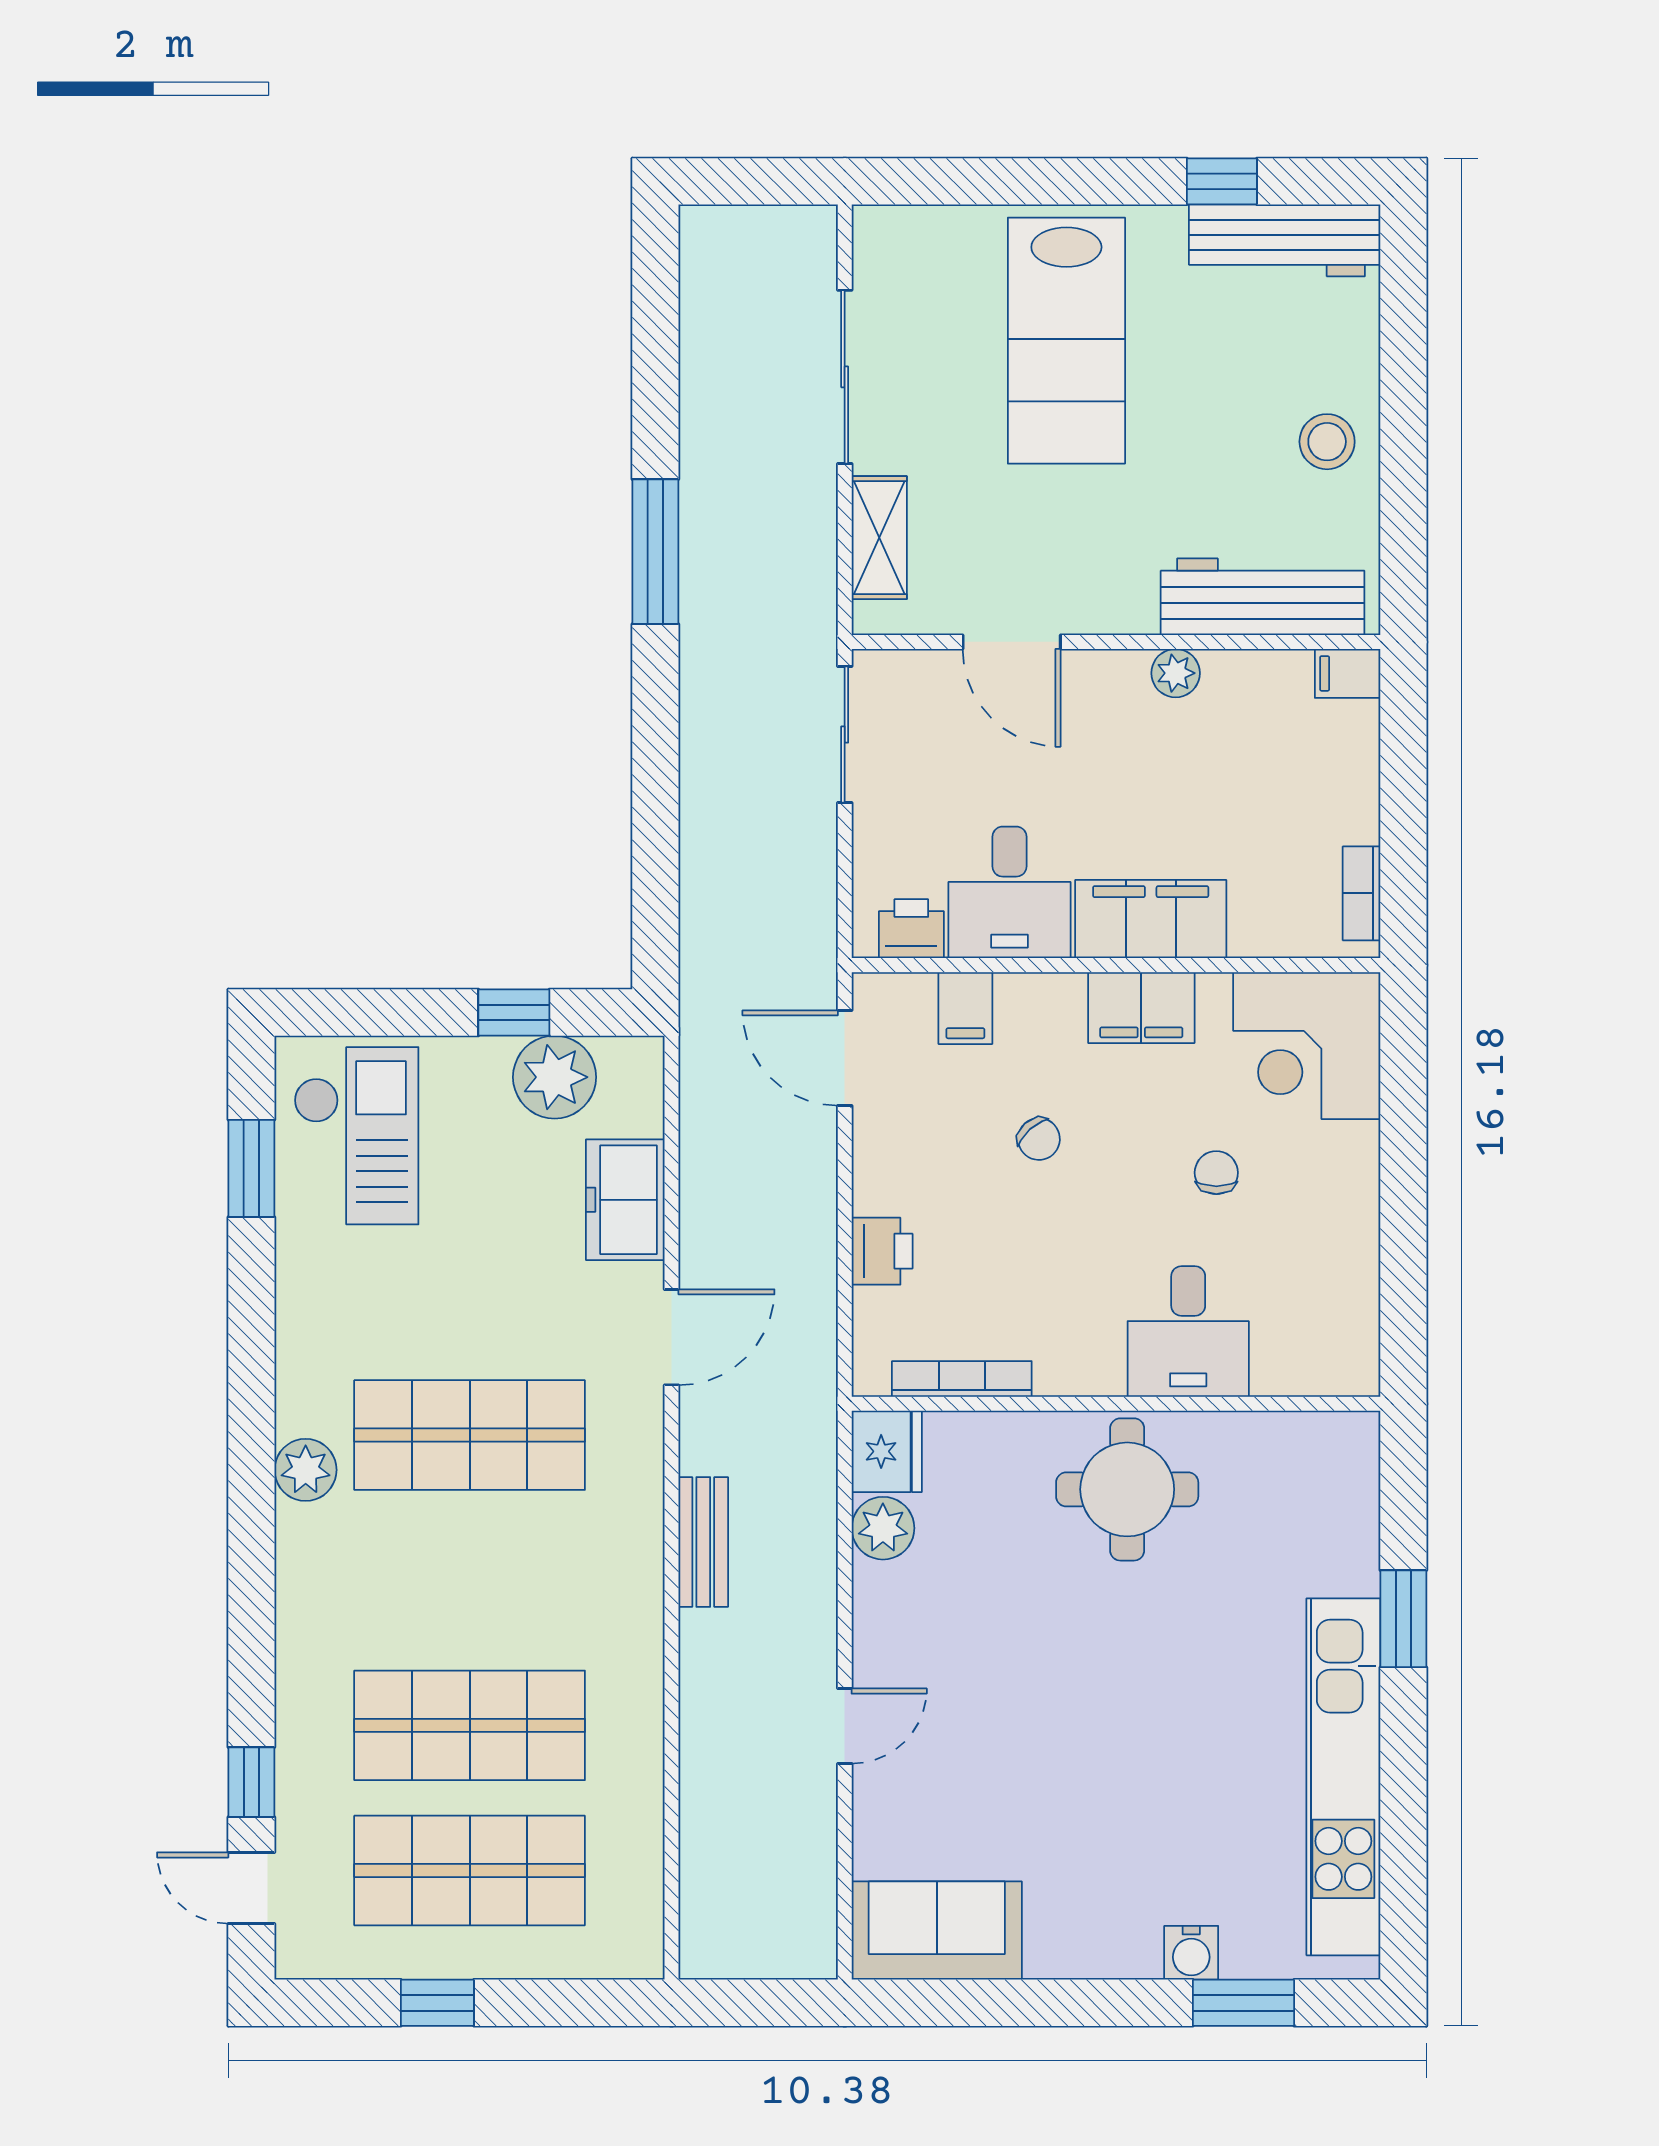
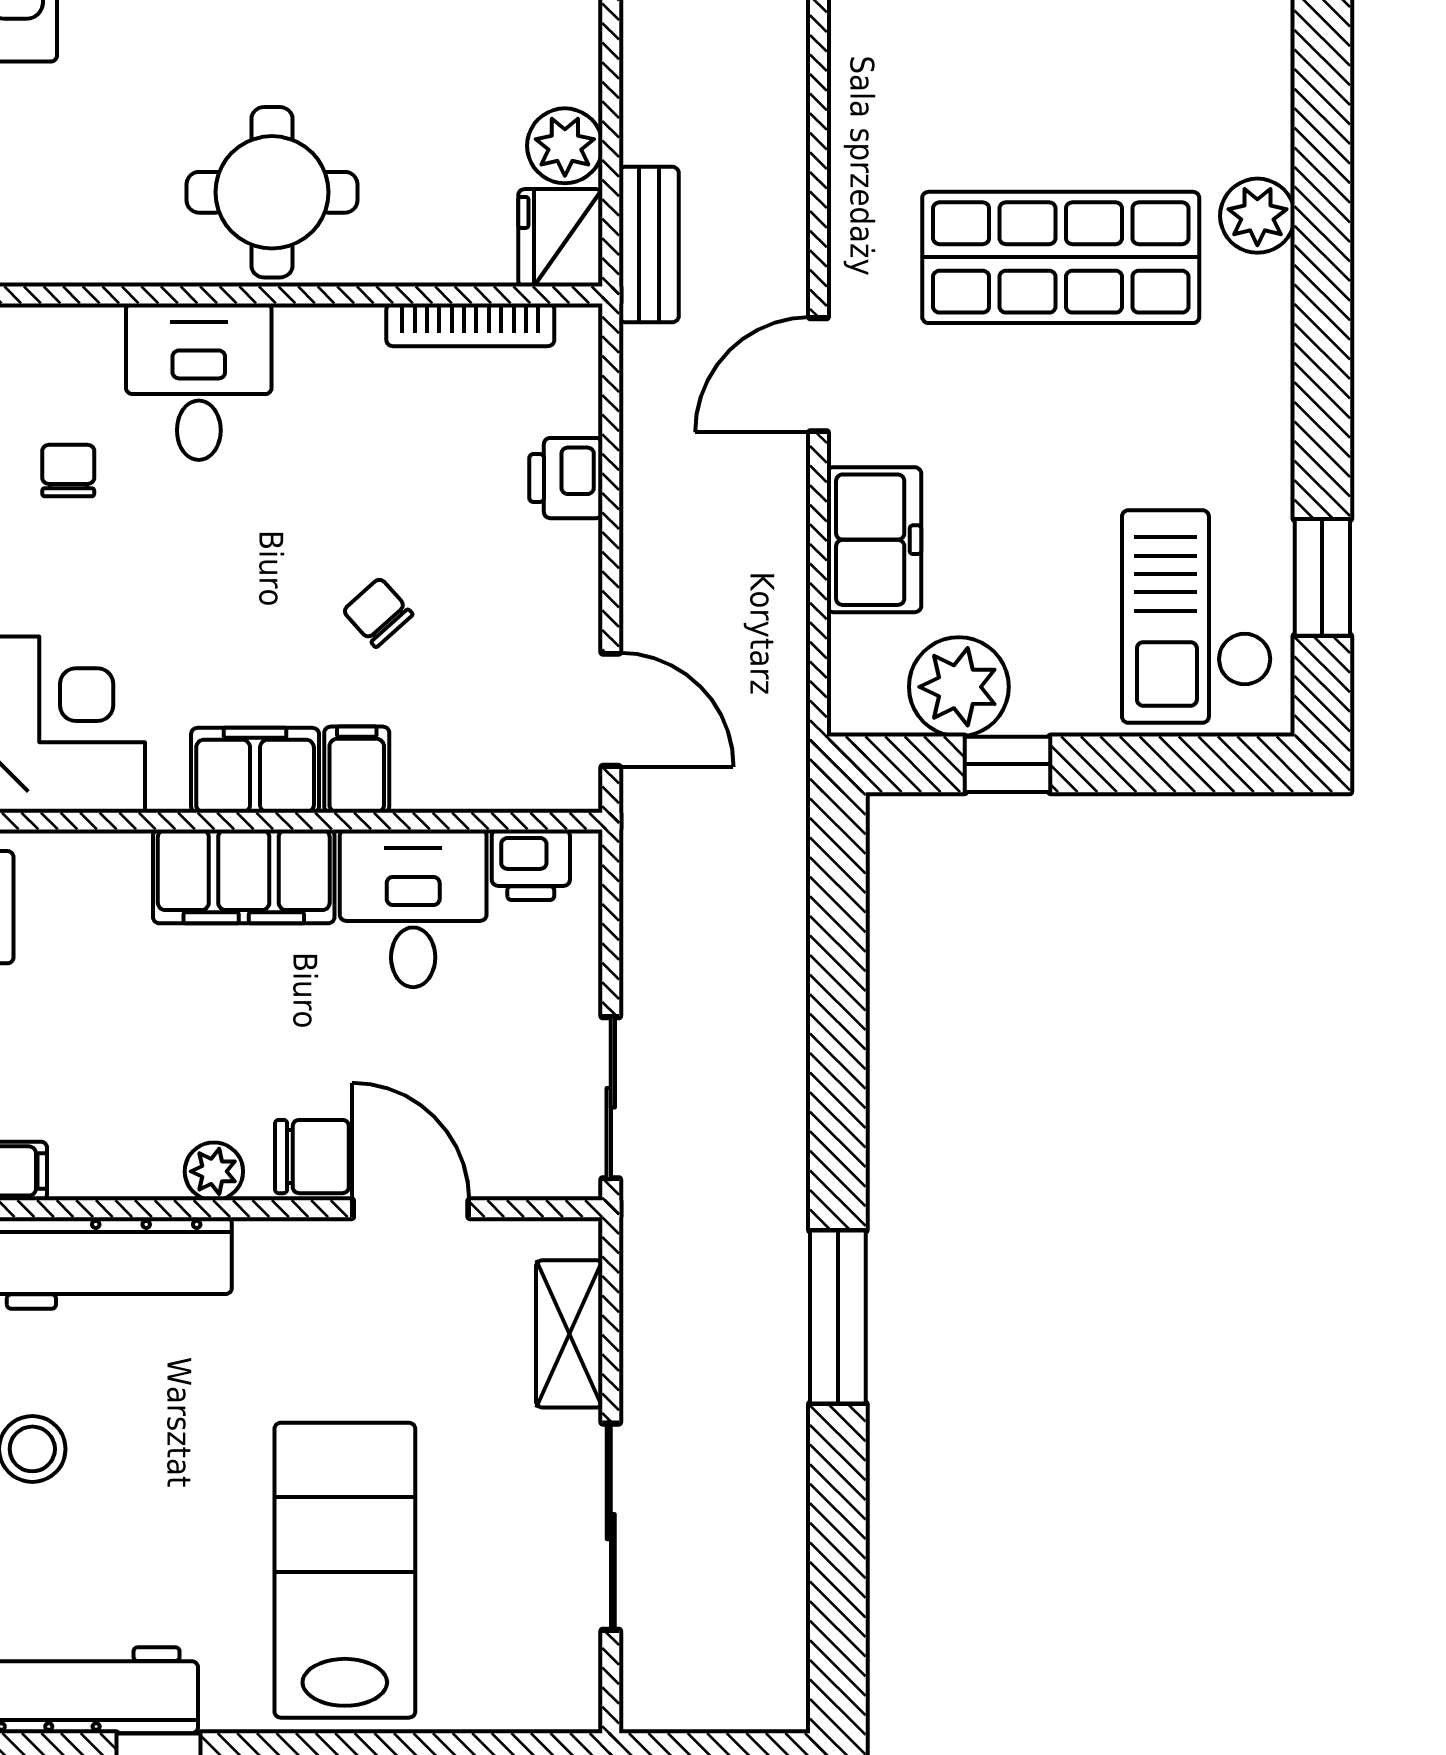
chair: (1094, 685) -> (312, 1157), added
filing cabinet: (965, 1008) -> (357, 770), moved
chair: (1216, 1173) -> (68, 471), moved, turned 180
bench: (703, 1542) -> (649, 245), moved

